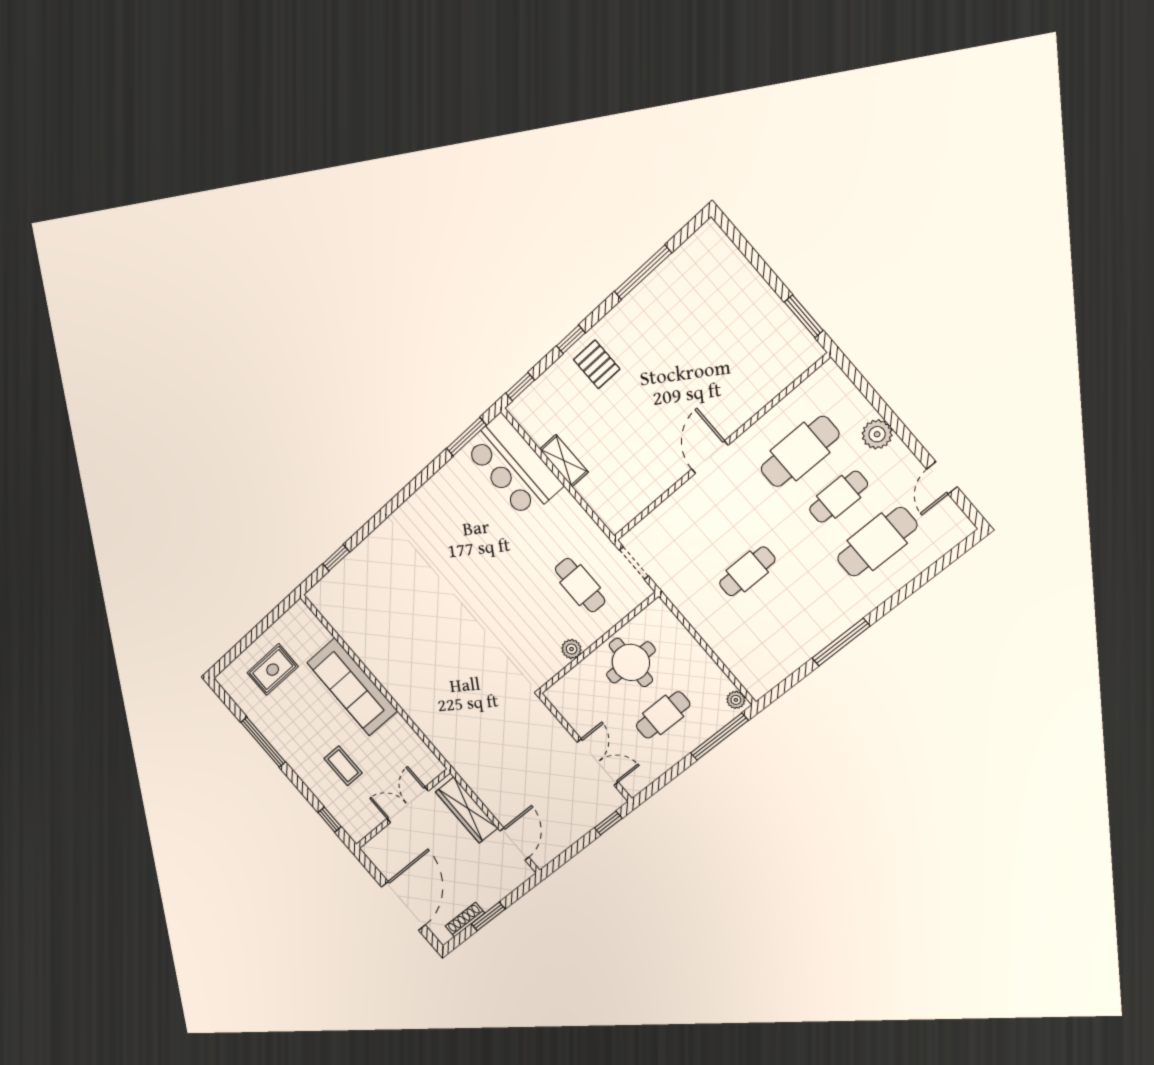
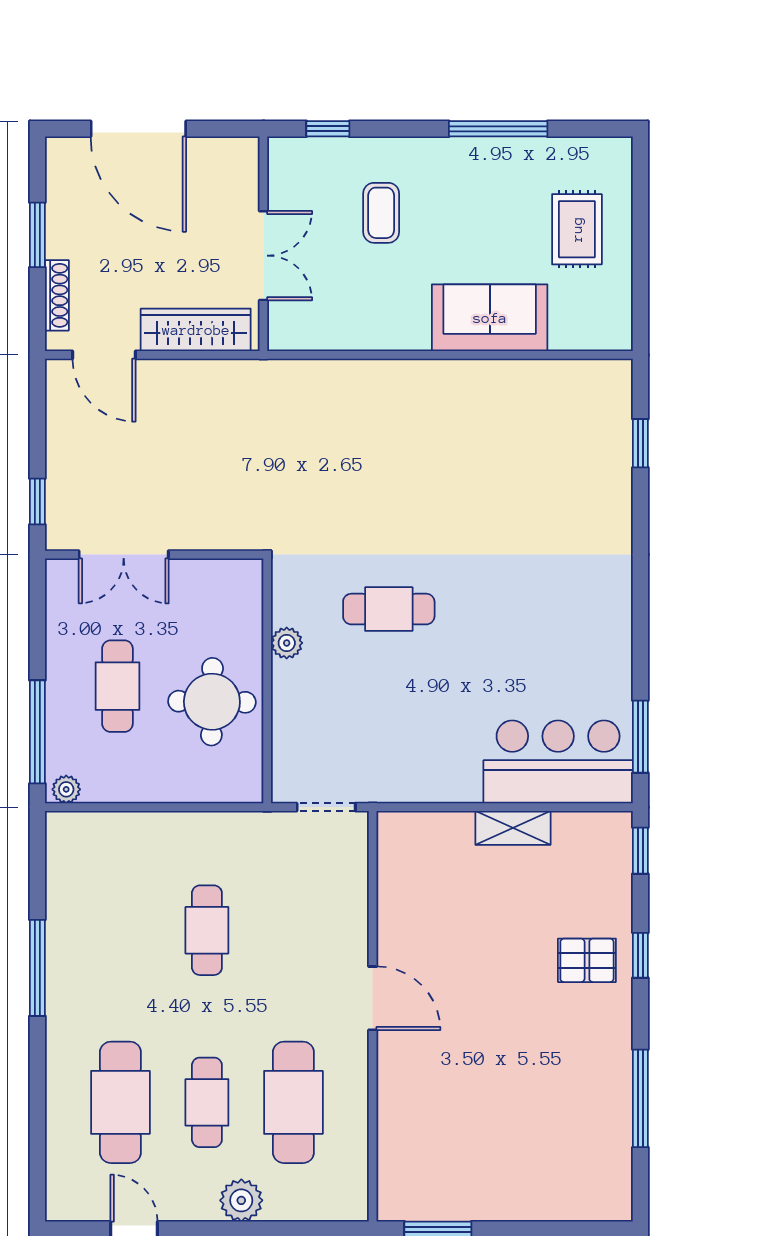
cafe table: (580, 585) -> (389, 609), moved
sofa: (352, 687) -> (490, 318), width x0.73
coffee table: (343, 766) -> (381, 213), turned 90
shoe rack: (465, 920) -> (57, 295), moved

